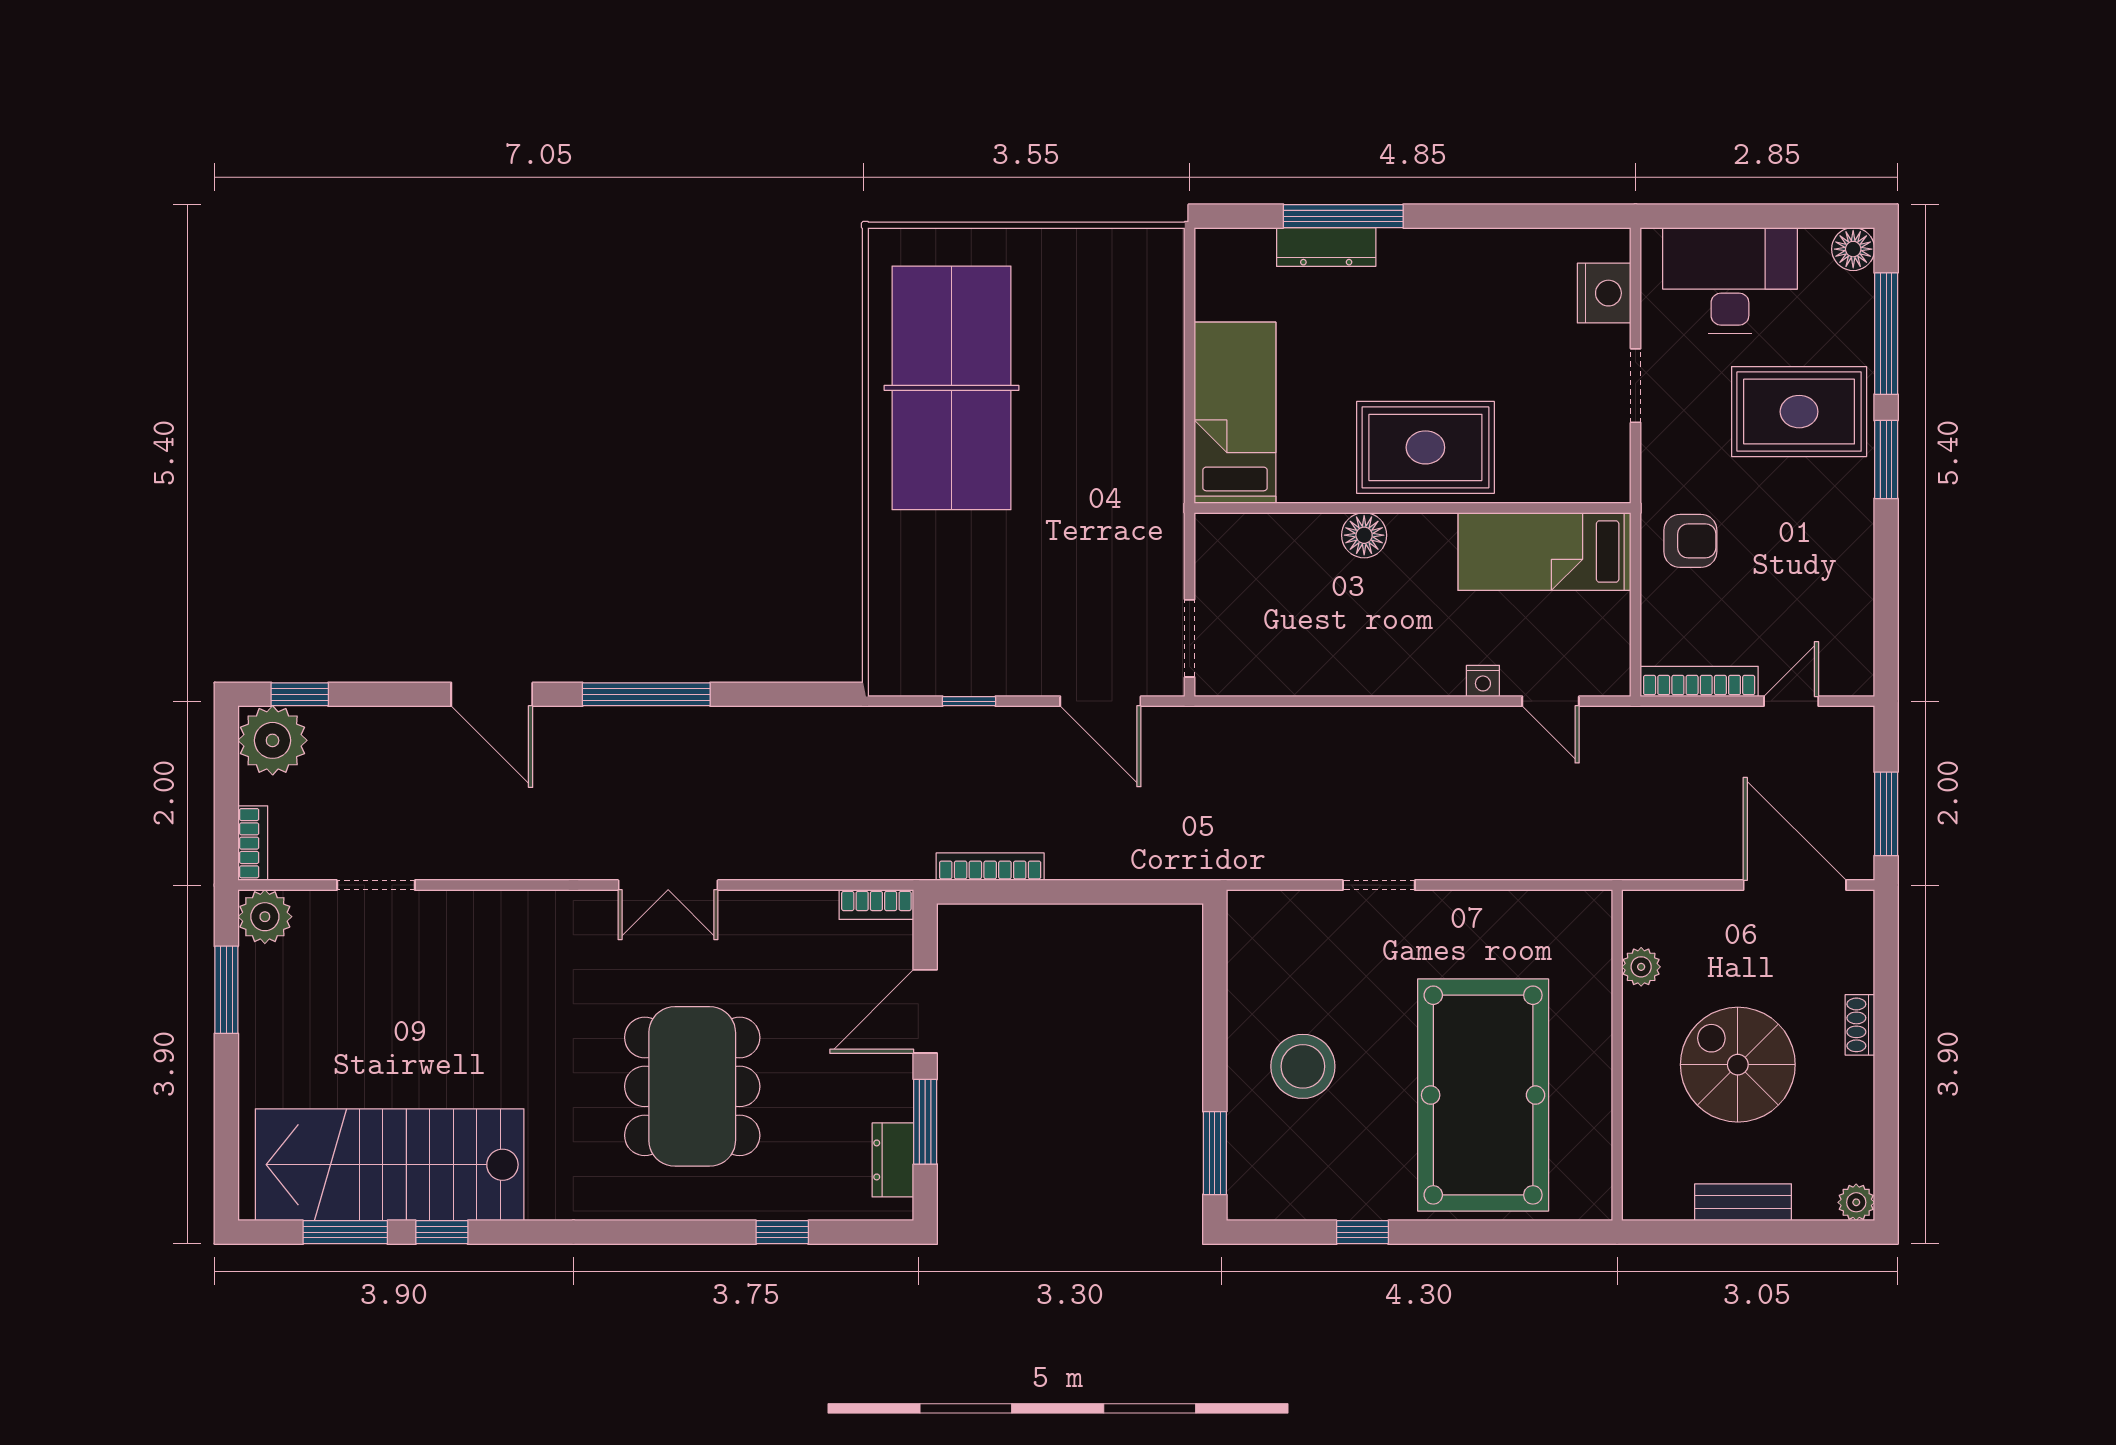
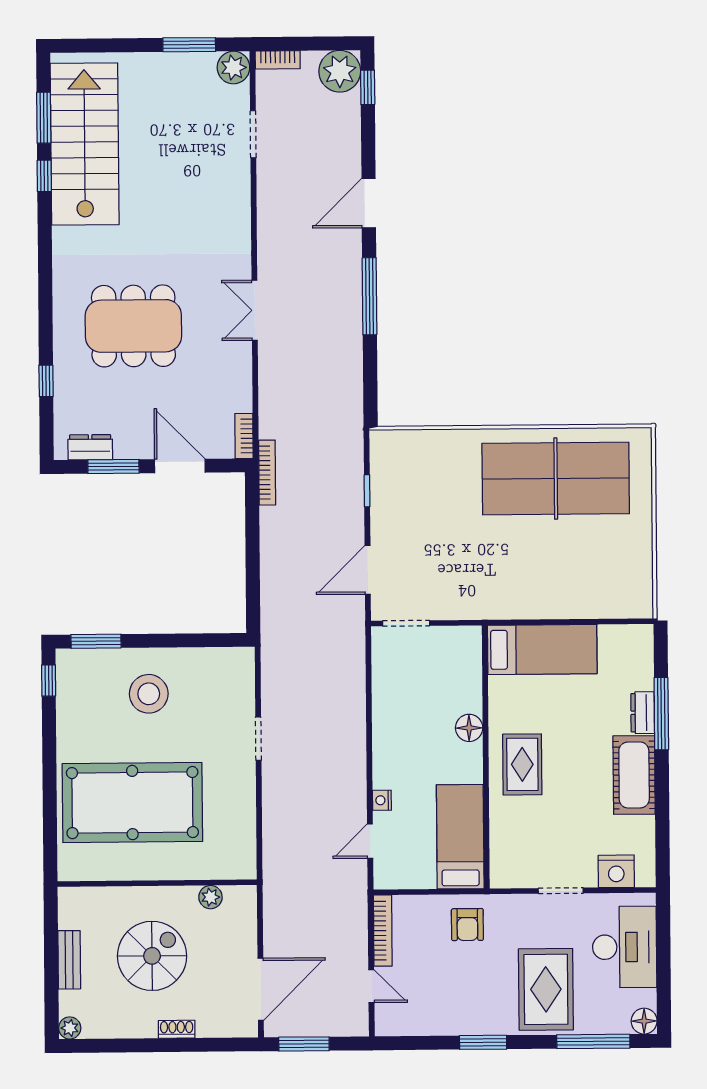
dresser: (1326, 247) -> (643, 713), width x0.70
cot: (1445, 262) -> (634, 775), added
rug: (1425, 447) -> (522, 764), width x0.73, depth x0.70
window: (1886, 460) -> (483, 1042), moved
bookcase: (990, 867) -> (267, 473), moved
window: (1362, 1232) -> (49, 681), moved

